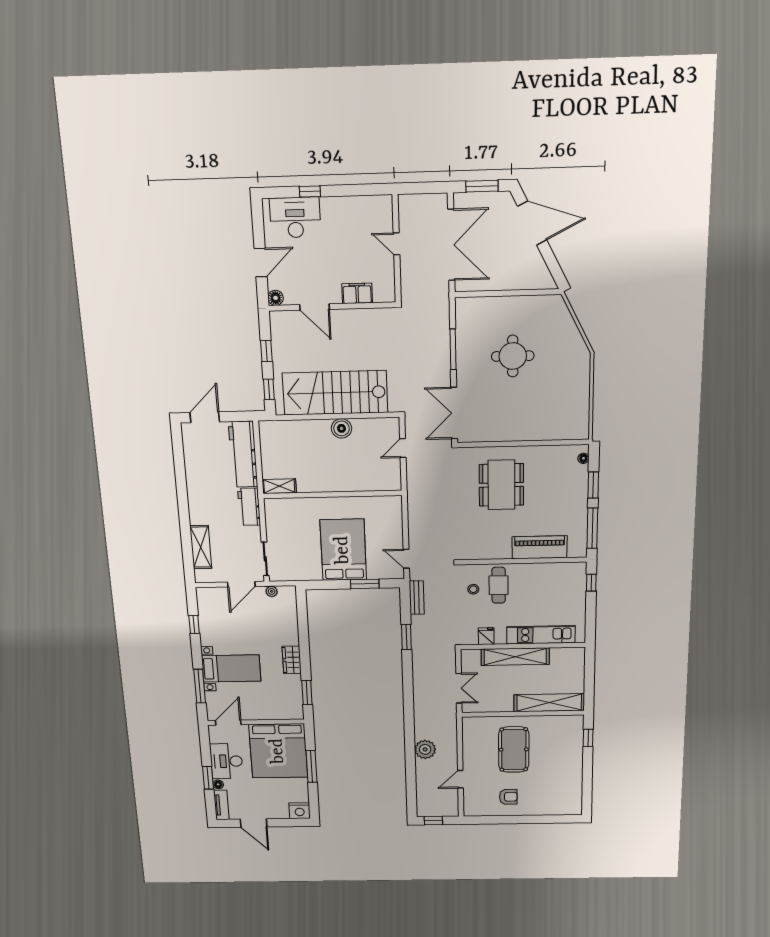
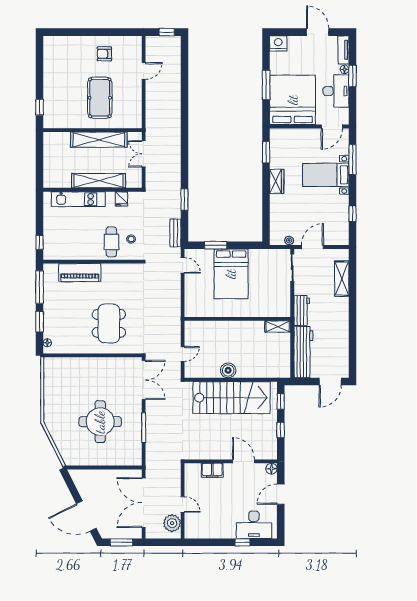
round table: (513, 356) -> (100, 422), width x1.36, depth x1.36
shelving: (549, 703) -> (99, 140), moved
plant: (425, 749) -> (172, 523), moved

